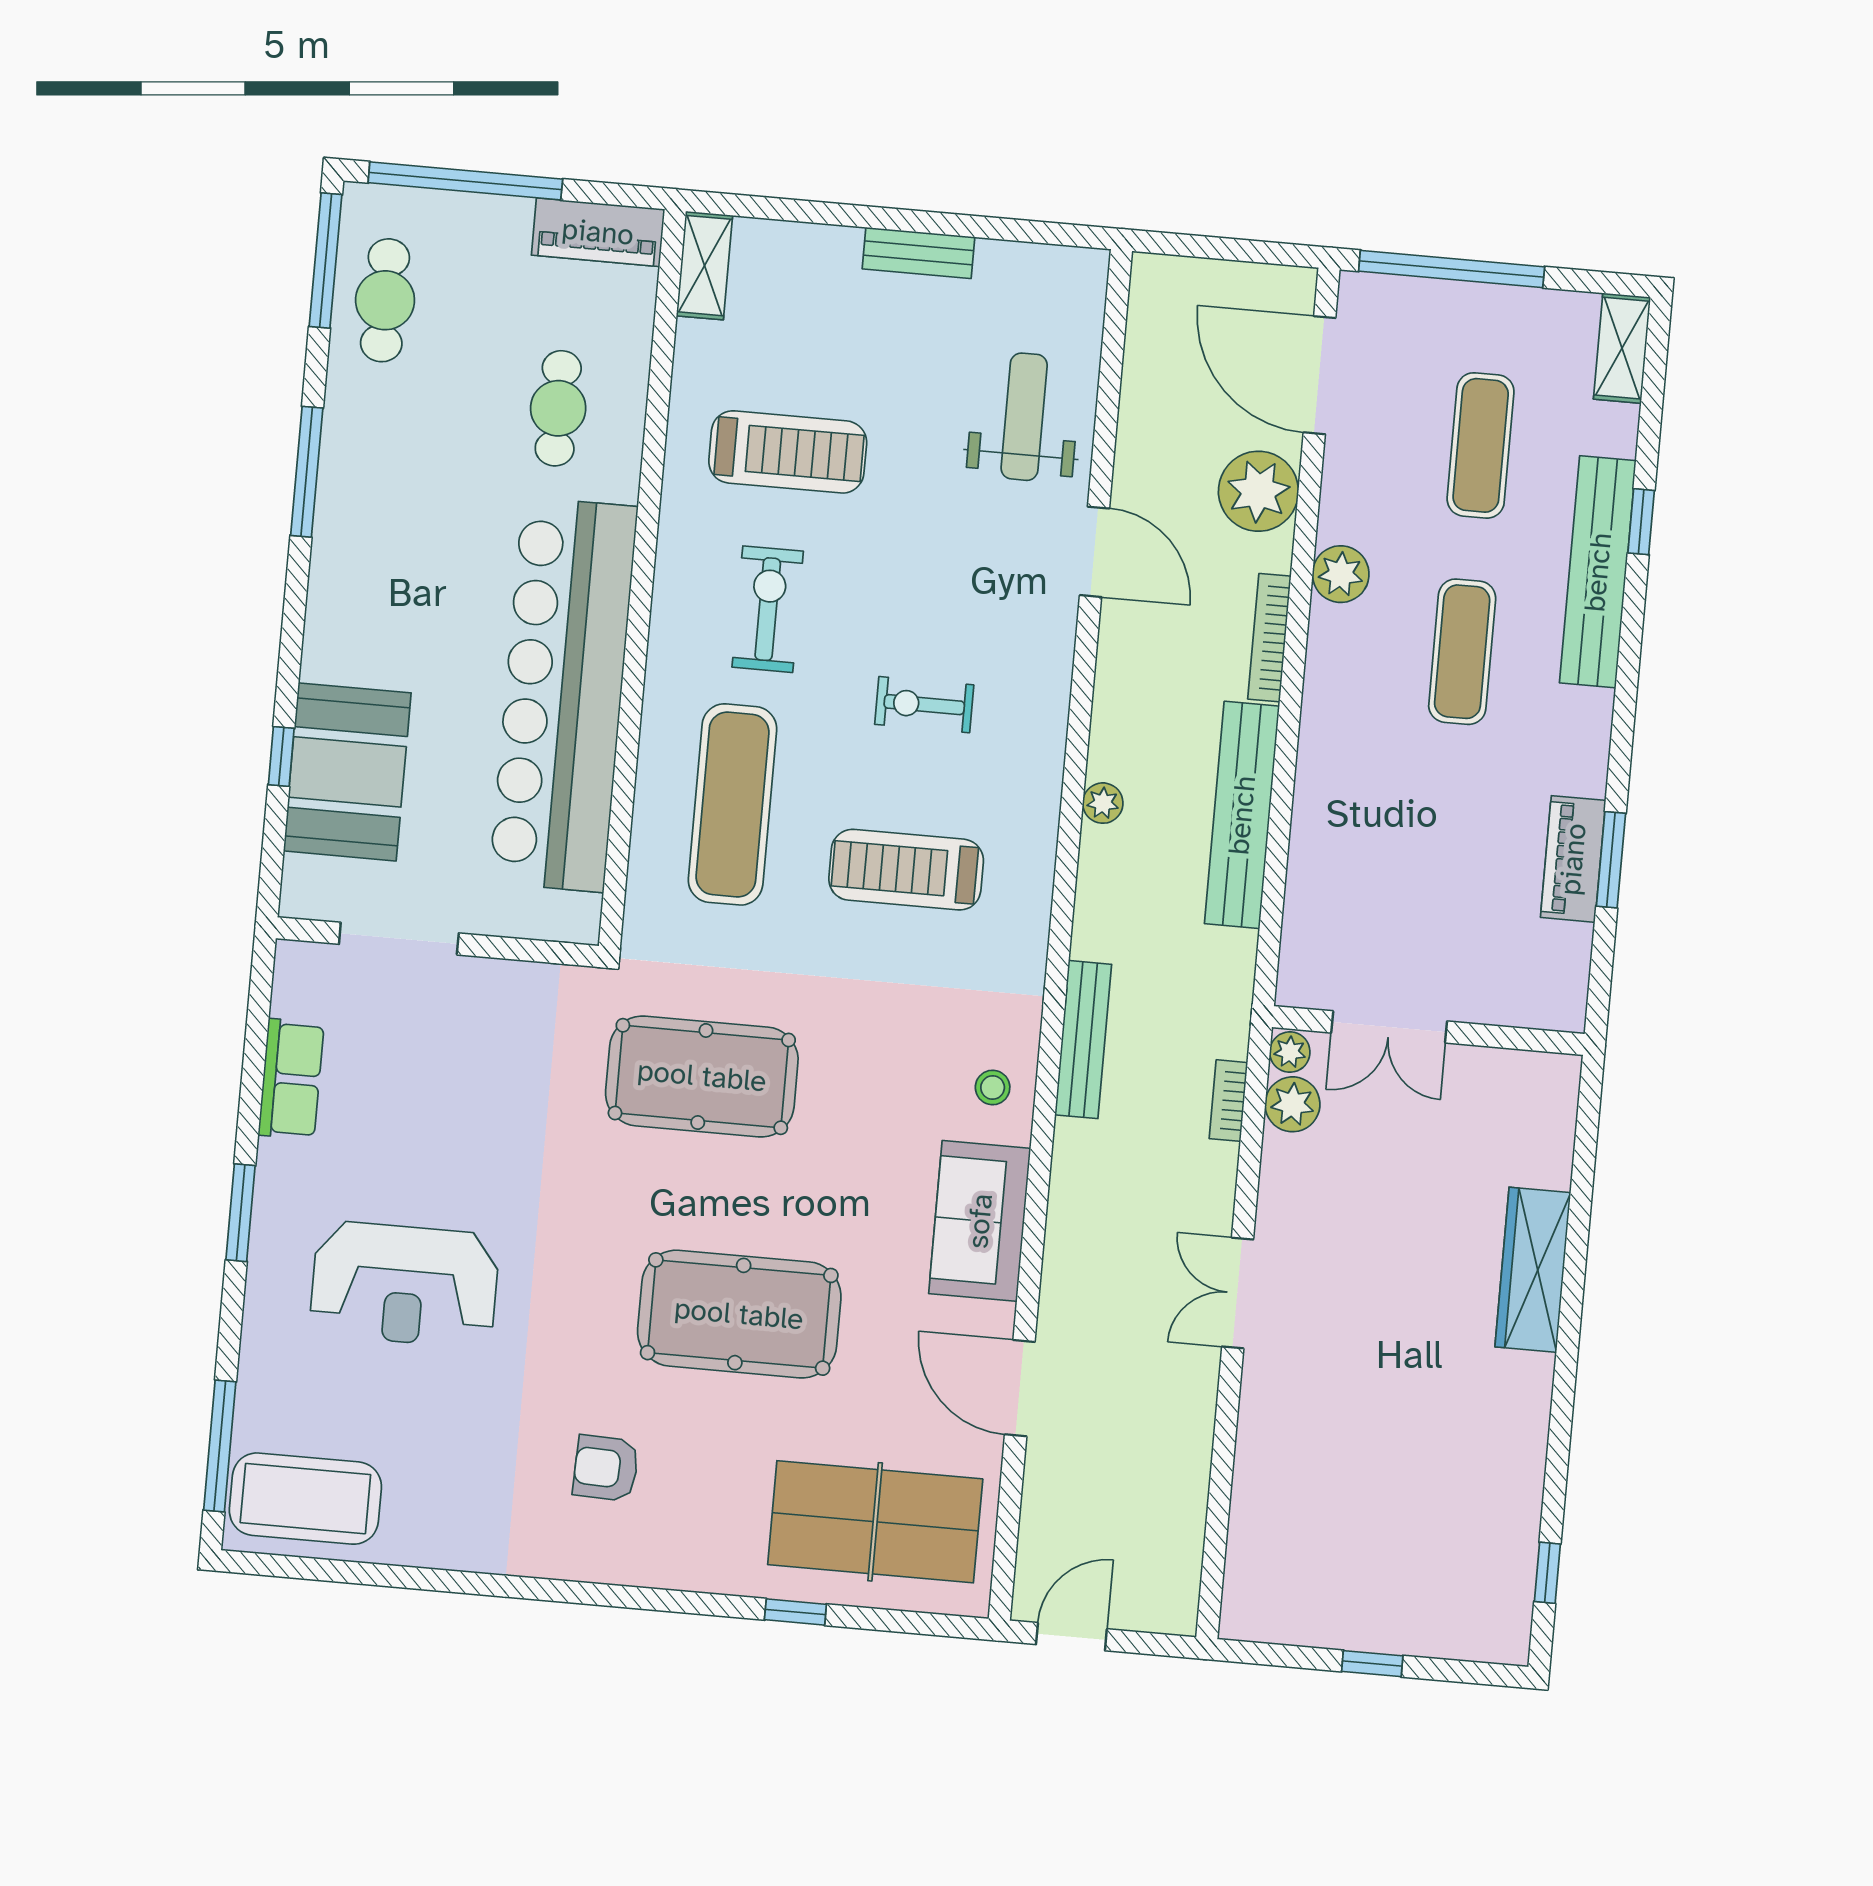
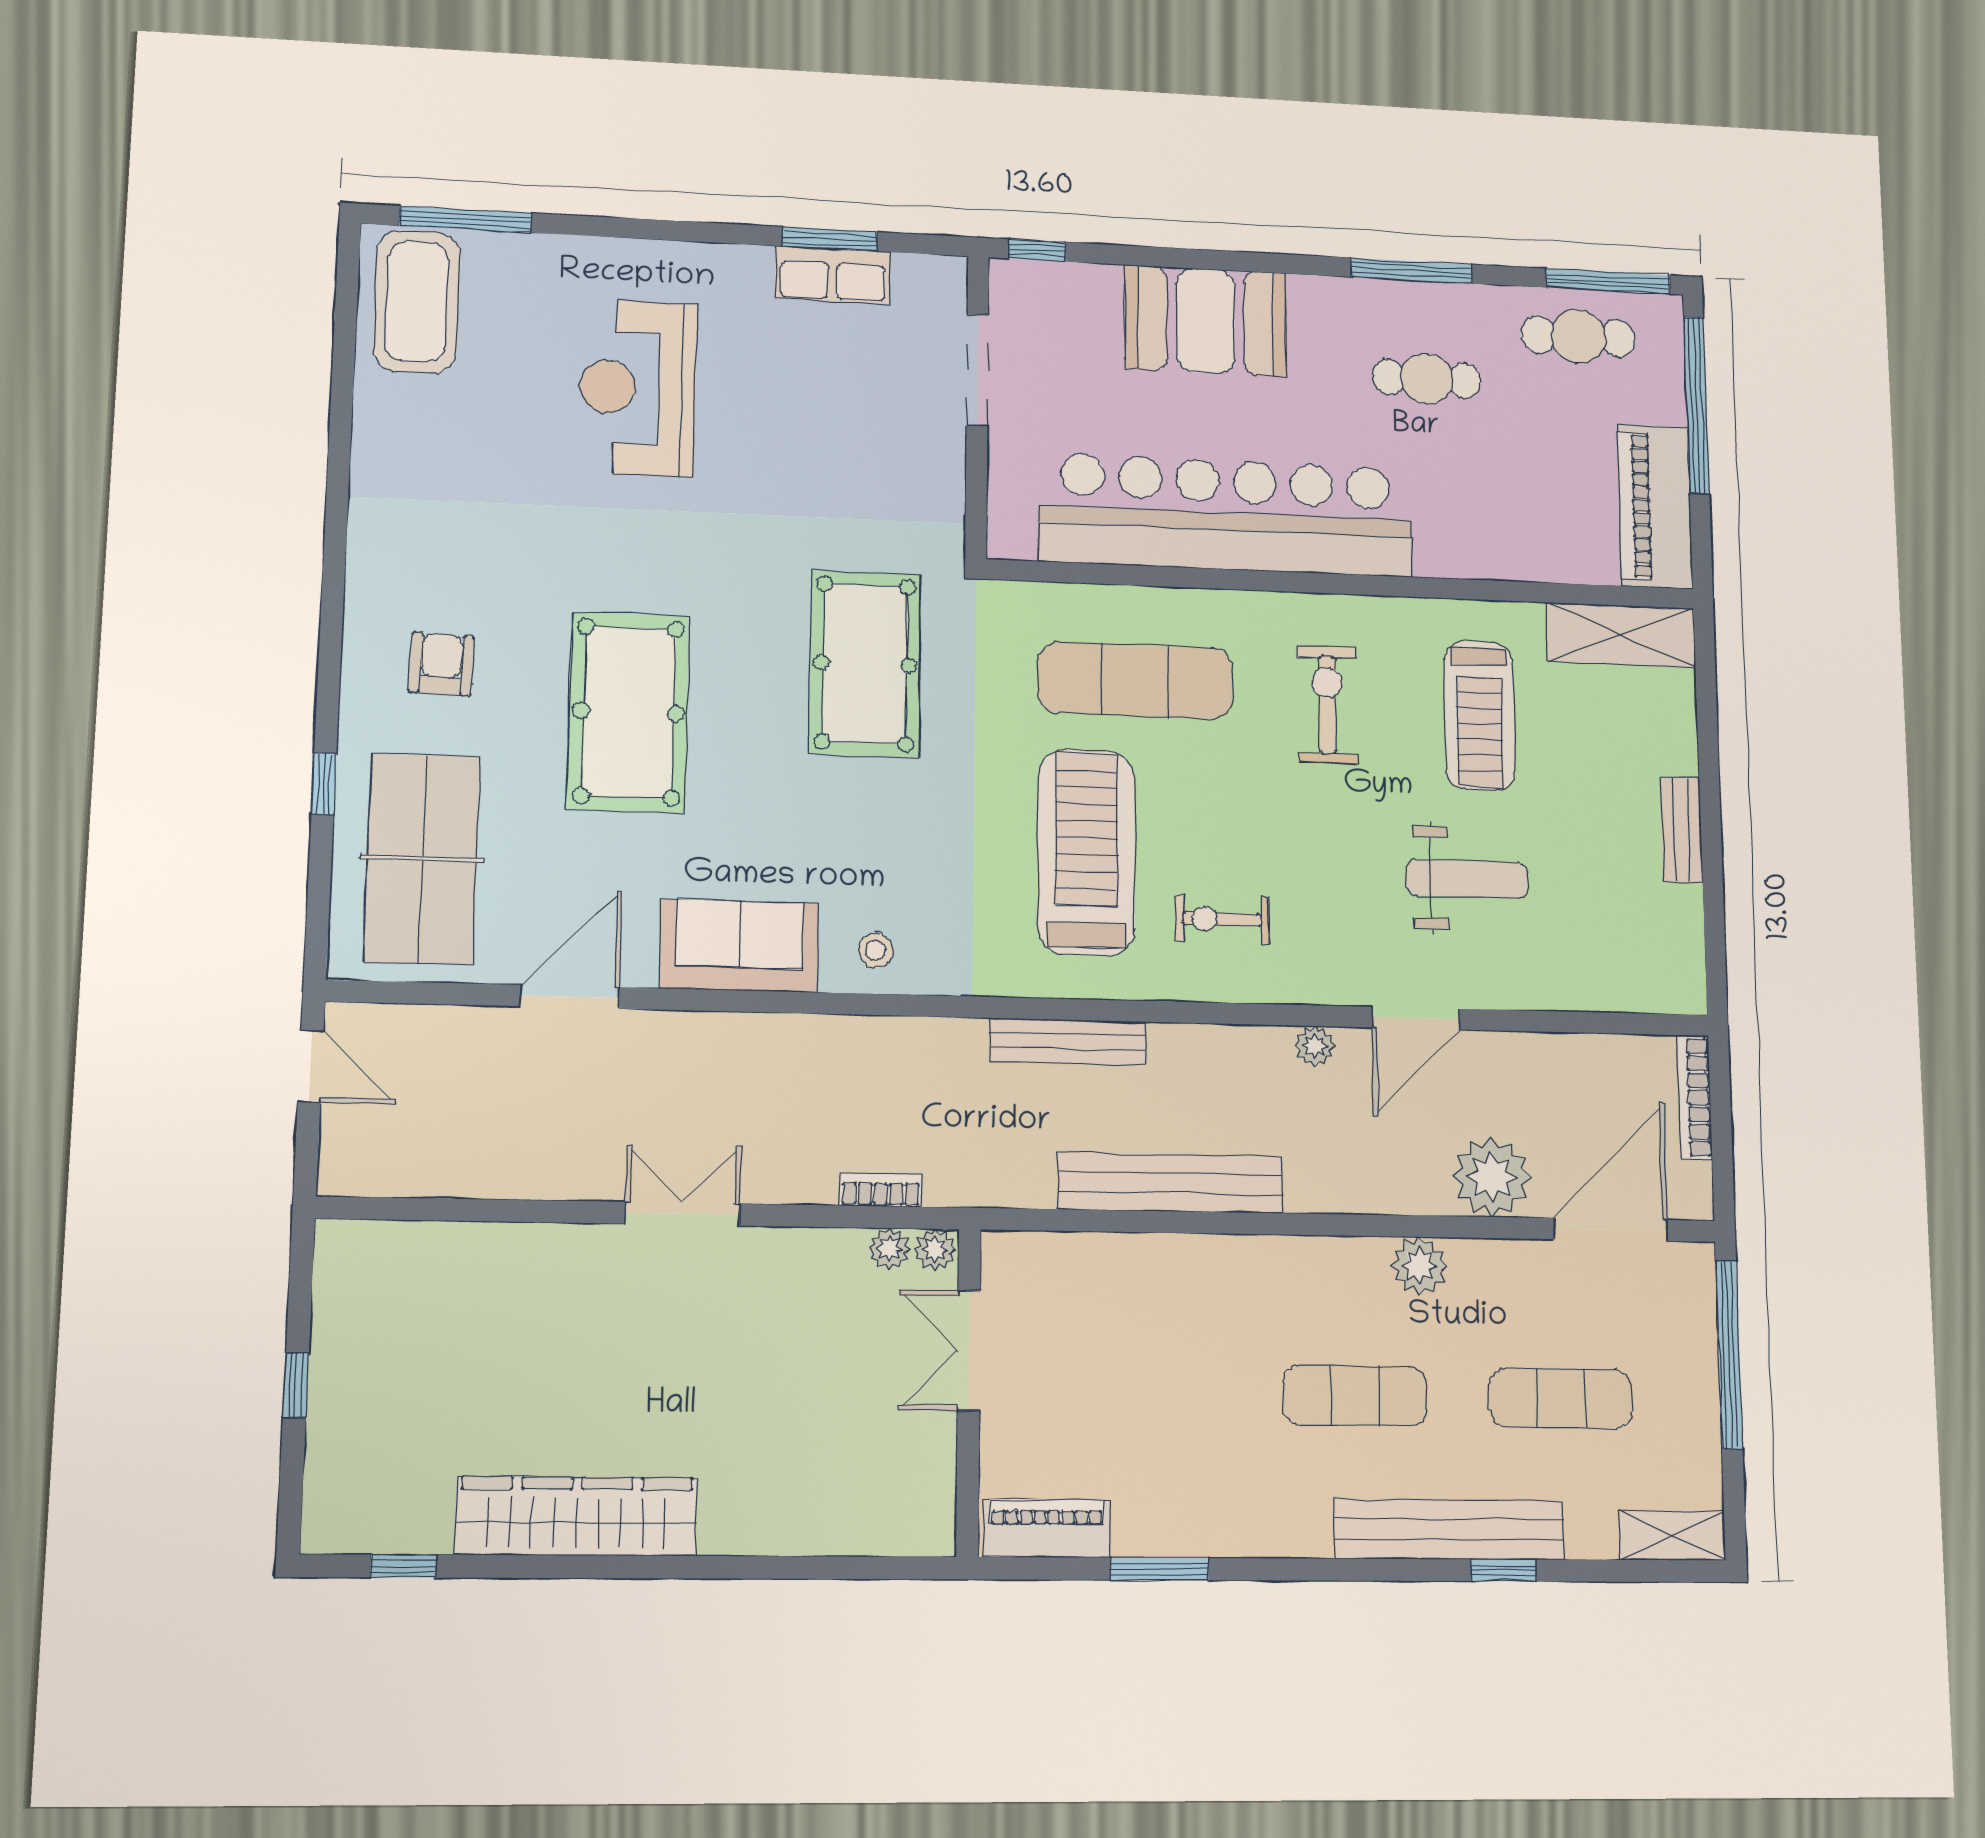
piano: (598, 232) -> (1655, 506), width x1.37, depth x1.33
shelving: (704, 266) -> (1621, 635), width x1.50, depth x1.33
cafe table: (558, 408) -> (1427, 379), moved
weight bench: (1024, 417) -> (1467, 879), moved
exercise bike: (768, 609) -> (1327, 704), turned -90
bookcase: (1269, 638) -> (1695, 1097), moved, turned -90
exercise bike: (924, 705) -> (1222, 919), moved, turned -90
window: (281, 757) -> (1037, 250), moved
booth: (347, 772) -> (1206, 321), moved
plant: (1103, 803) -> (1315, 1046), moved
piano: (1573, 859) -> (1047, 1528), moved
treadmill: (906, 870) -> (1086, 852), width x1.37, depth x1.38
bench: (1083, 1040) -> (1068, 1042), moved
plant: (1292, 1104) -> (889, 1249), width x0.73, depth x0.73
window: (241, 1213) -> (830, 239), moved
wardrobe: (1533, 1270) -> (576, 1516), moved, width x1.40, depth x1.17
armchair: (606, 1468) -> (441, 664), moved

